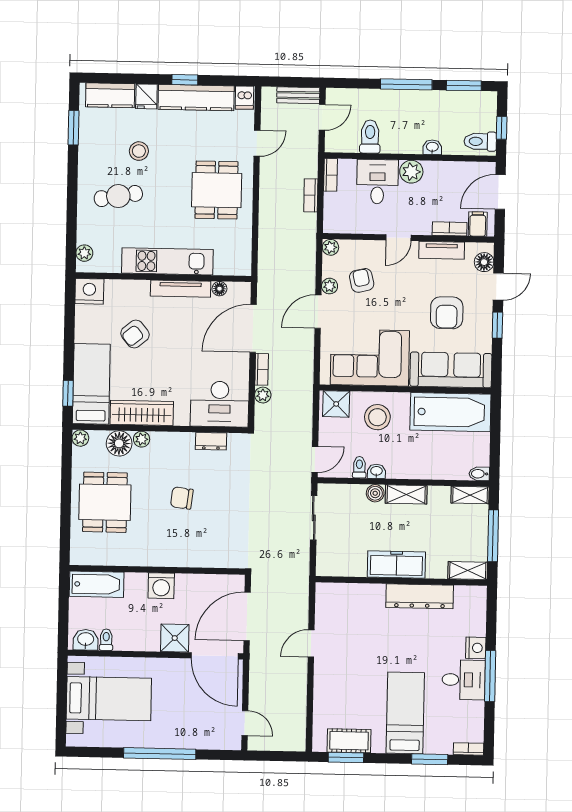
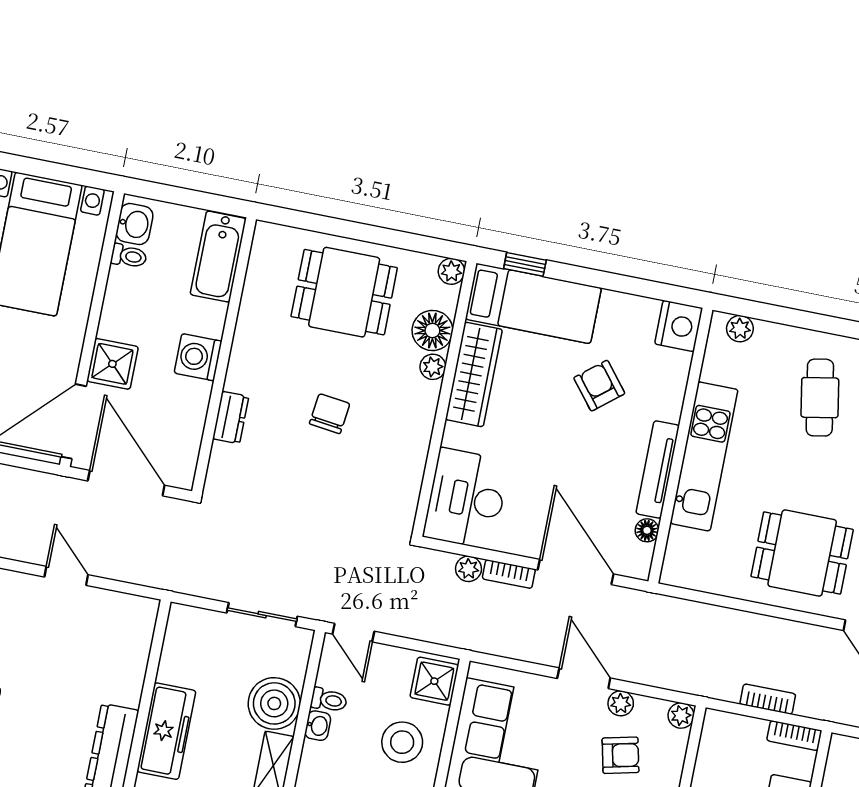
dresser: (211, 441) -> (231, 418), moved, turned 180
boiler: (375, 493) -> (274, 703), width x1.86, depth x1.86

